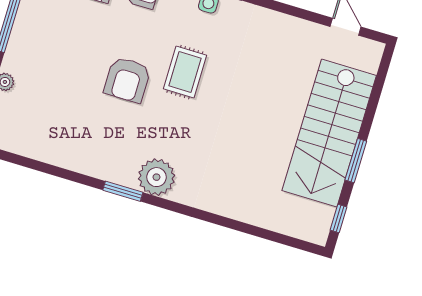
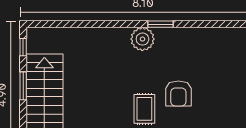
armchair: (127, 80) -> (178, 93), turned 180

